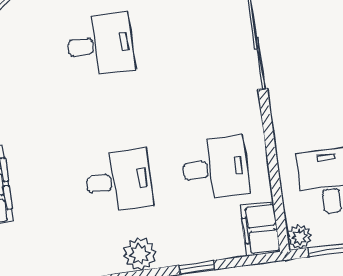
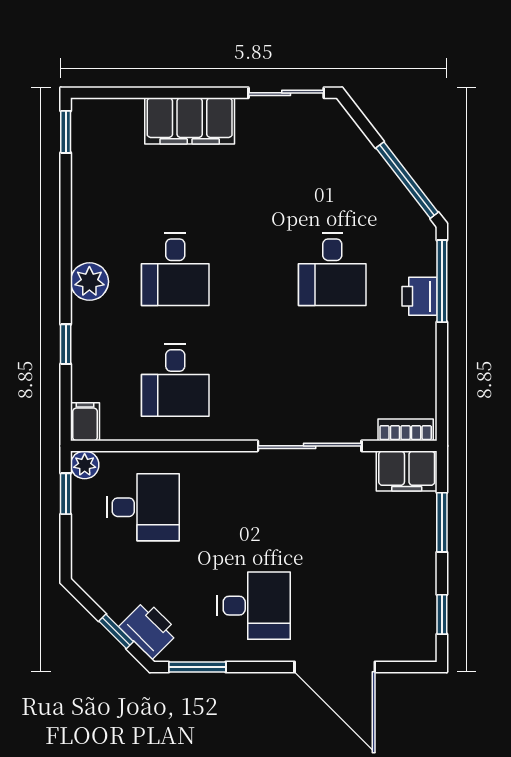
filing cabinet: (260, 229) -> (85, 422), width x0.50

